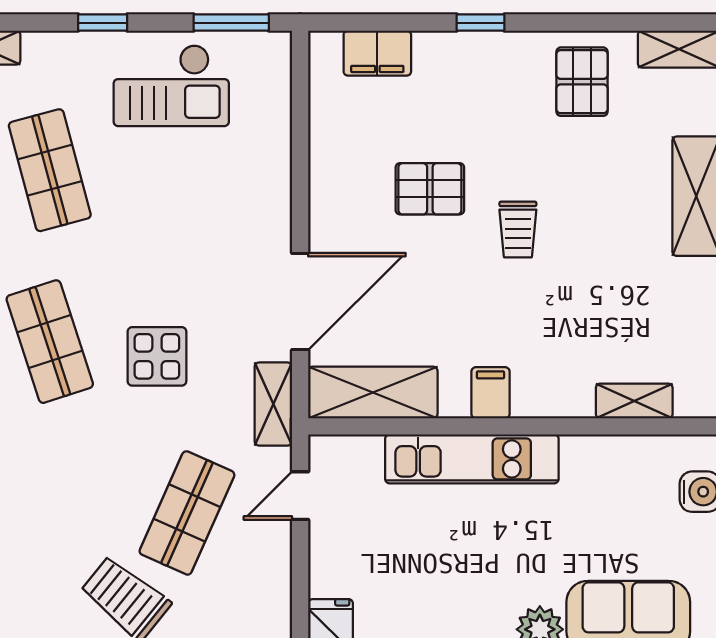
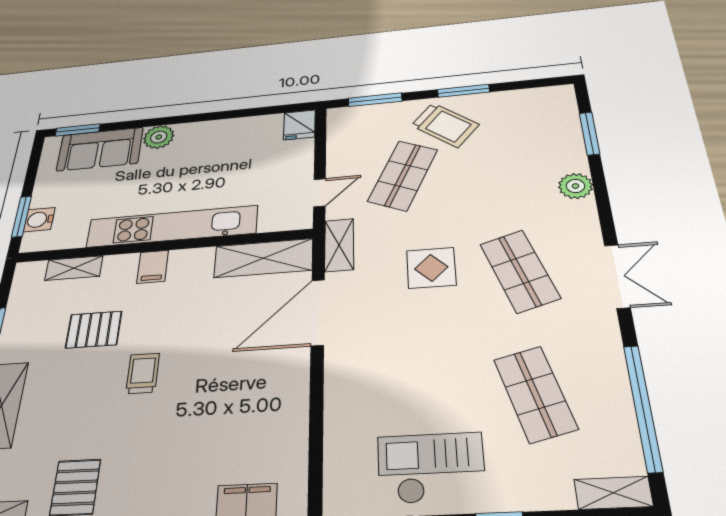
pallet: (430, 189) -> (94, 330), moved
filing cabinet: (490, 393) -> (153, 267), moved
kitchen unit: (472, 459) -> (172, 226), width x1.36

